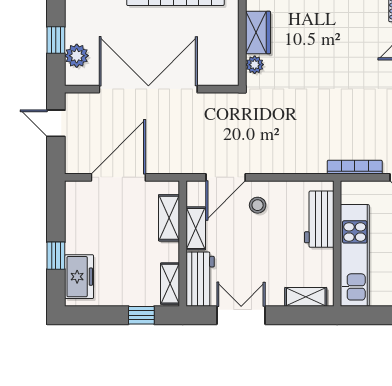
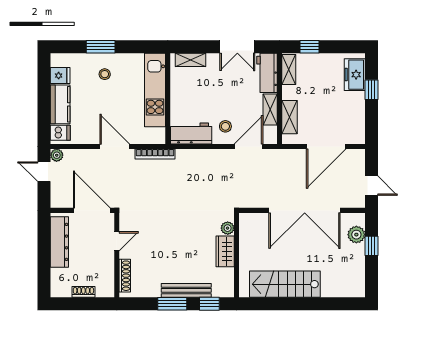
workbench: (319, 219) -> (191, 133), moved, turned -90

